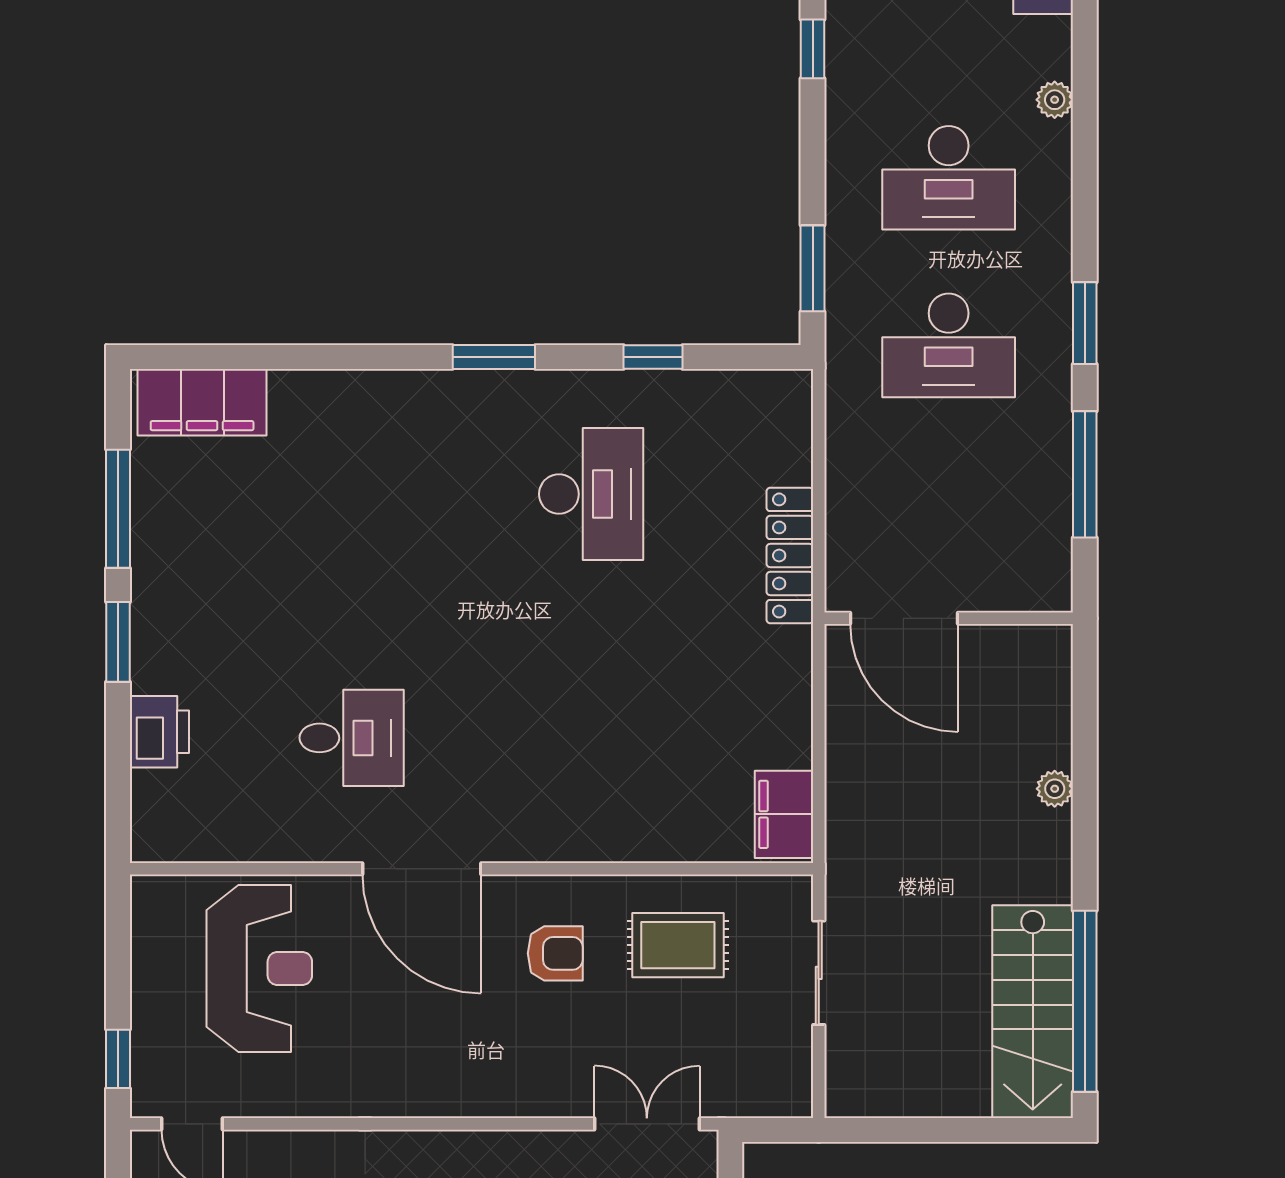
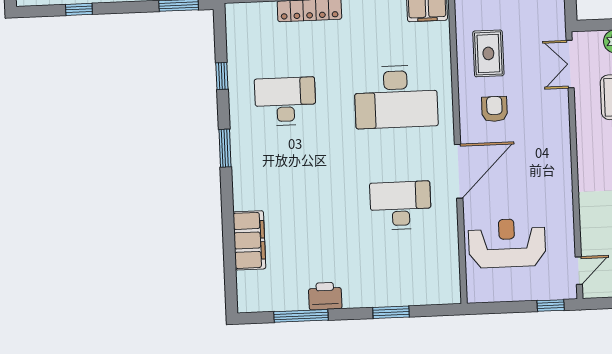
filing cabinet: (202, 402) -> (249, 240), moved
window: (118, 642) -> (391, 312), moved
printer: (159, 732) -> (325, 296), moved
desk: (352, 738) -> (401, 205), width x1.37
desk: (591, 738) -> (396, 97), added

